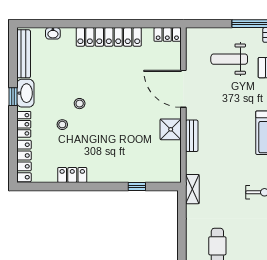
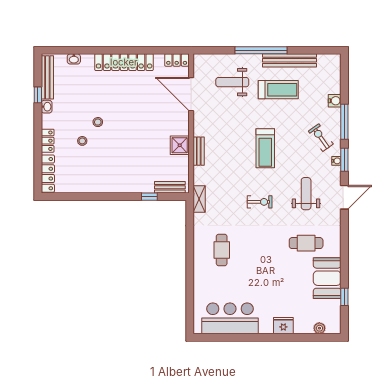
door: (183, 89) -> (191, 94), moved
washbasin: (25, 93) -> (47, 107), width x0.52, depth x0.69
window: (13, 97) -> (38, 95), moved
locker: (72, 175) -> (91, 186), removed
bench: (160, 176) -> (170, 187), added

